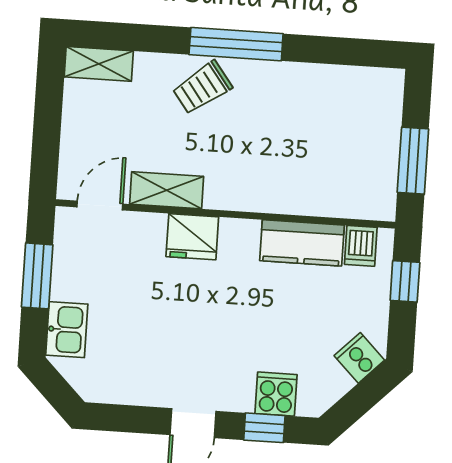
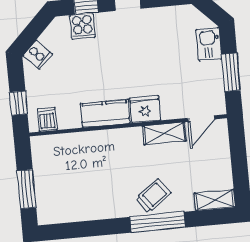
window: (236, 44) -> (157, 222), moved
window: (413, 161) -> (26, 189), moved
kitchen counter: (302, 243) -> (105, 113), moved

